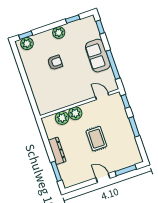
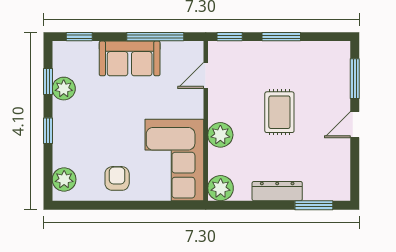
plant: (59, 33) -> (64, 89), moved
window: (26, 35) -> (48, 131), moved
armchair: (55, 62) -> (117, 178), moved
corner sofa: (55, 95) -> (174, 160), added
plant: (62, 118) -> (221, 188), moved
rug: (96, 139) -> (279, 112), turned 90

